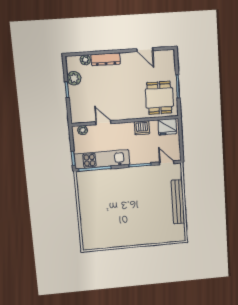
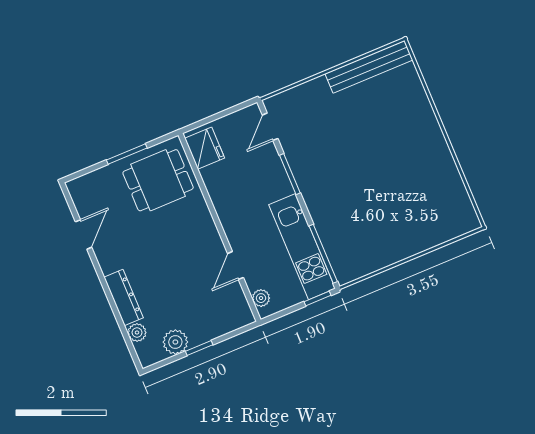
dishwasher: (142, 128) -> (222, 194), removed
bench: (178, 202) -> (369, 67), moved

